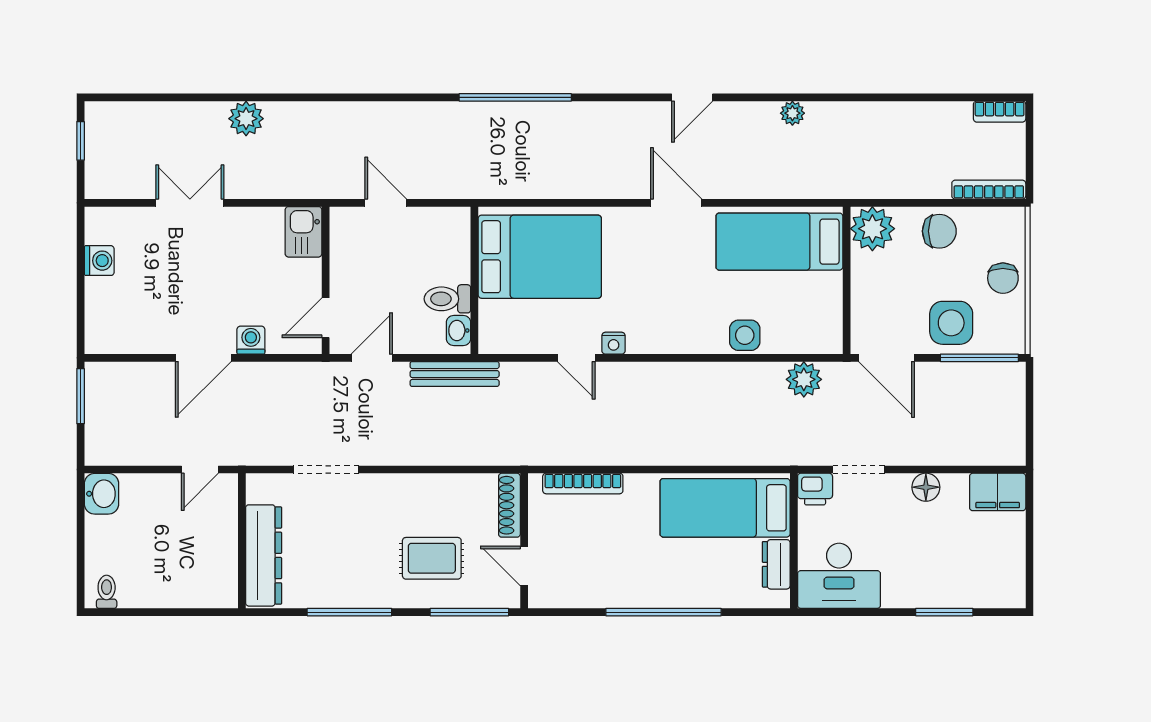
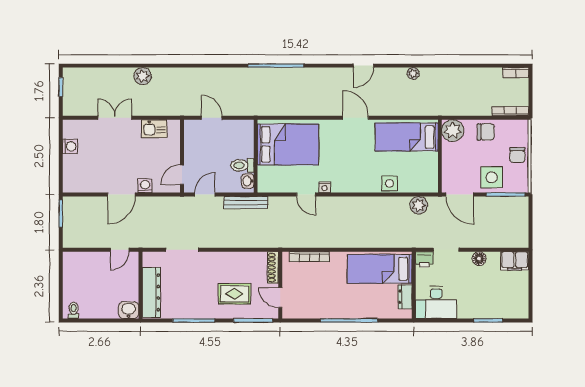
kitchen sink: (304, 232) -> (154, 129), moved, turned -90
washbasin: (101, 494) -> (129, 310), moved, turned -90

